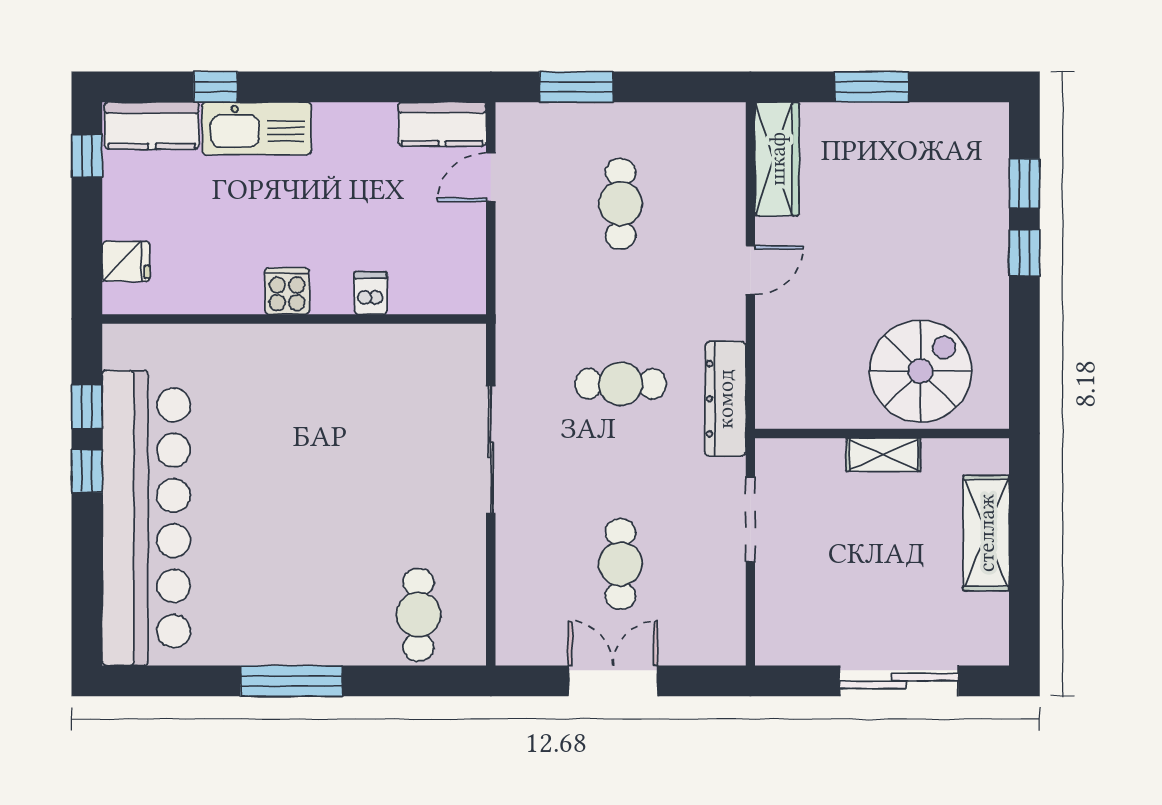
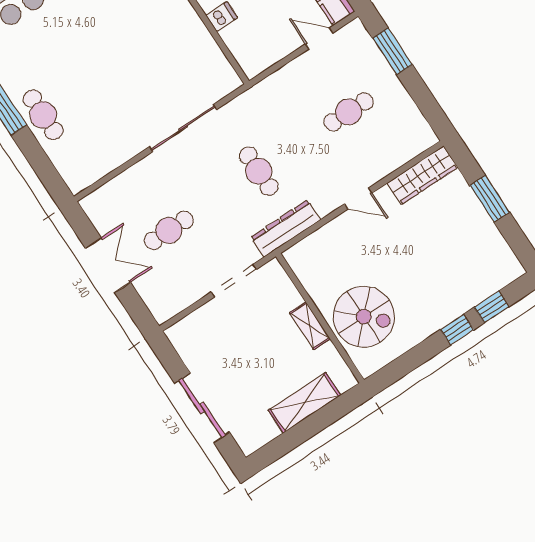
cafe table: (418, 615) -> (43, 115), moved, turned 90

